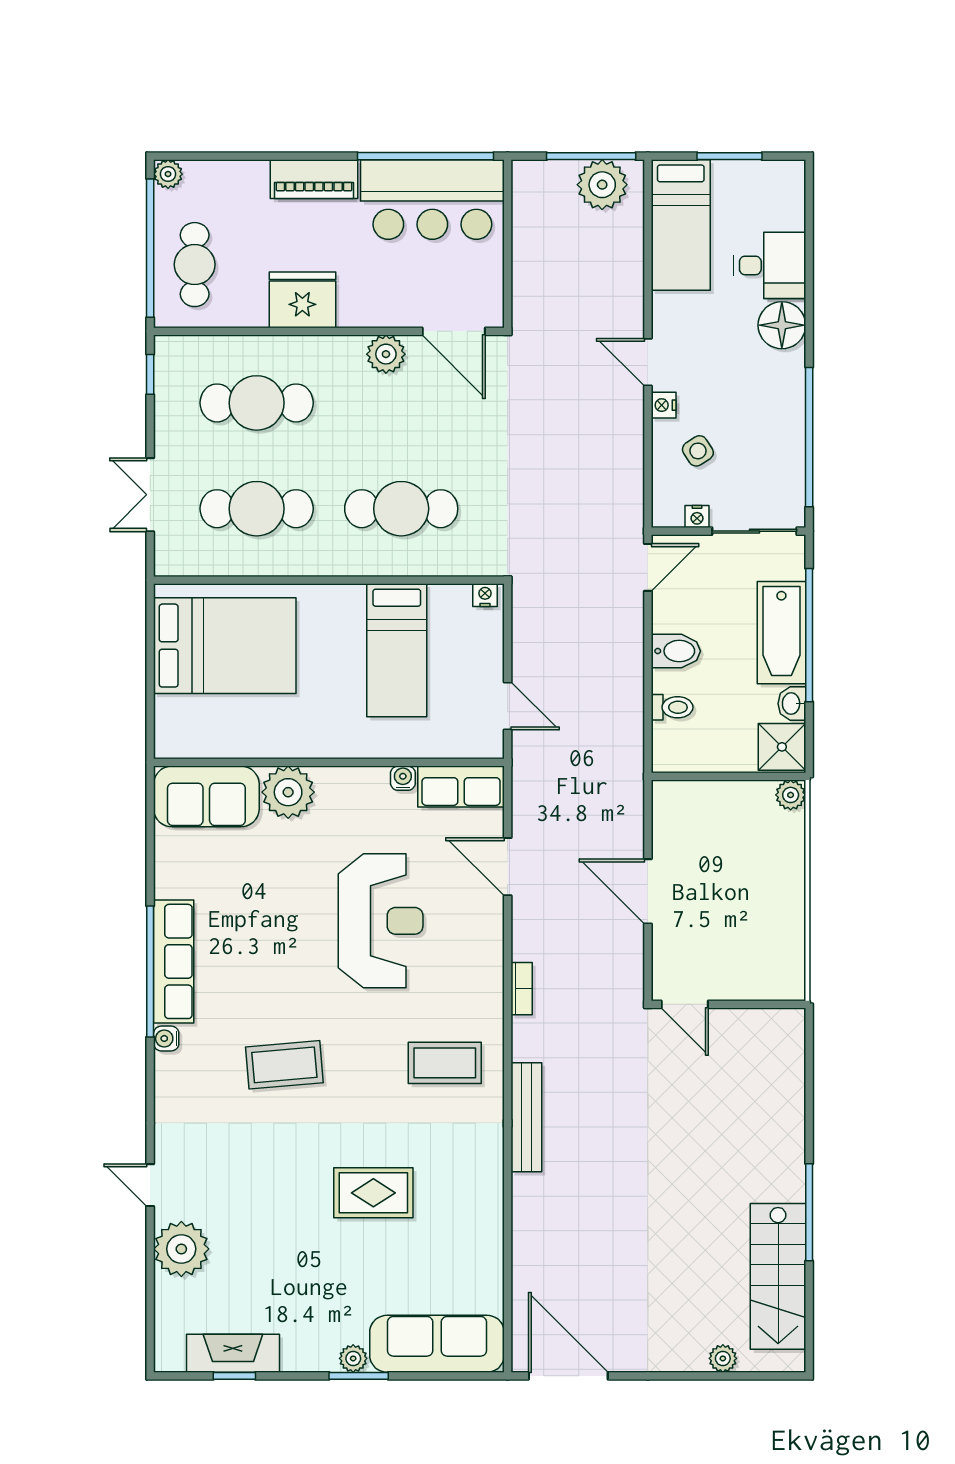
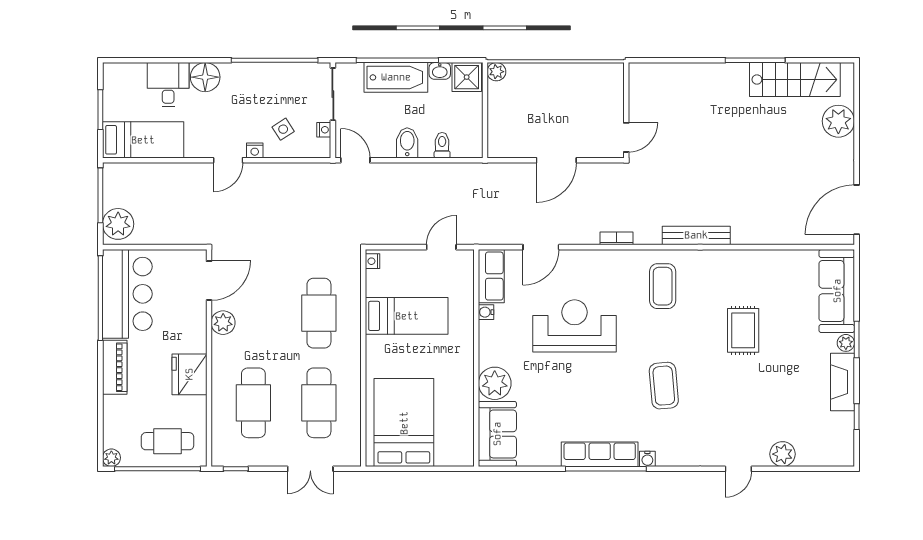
plant: (602, 185) -> (118, 224), moved
plant: (181, 1249) -> (783, 454), width x0.73, depth x0.73
fireplace: (233, 1353) -> (843, 382), moved
plant: (723, 1358) -> (838, 121), width x1.87, depth x1.87

